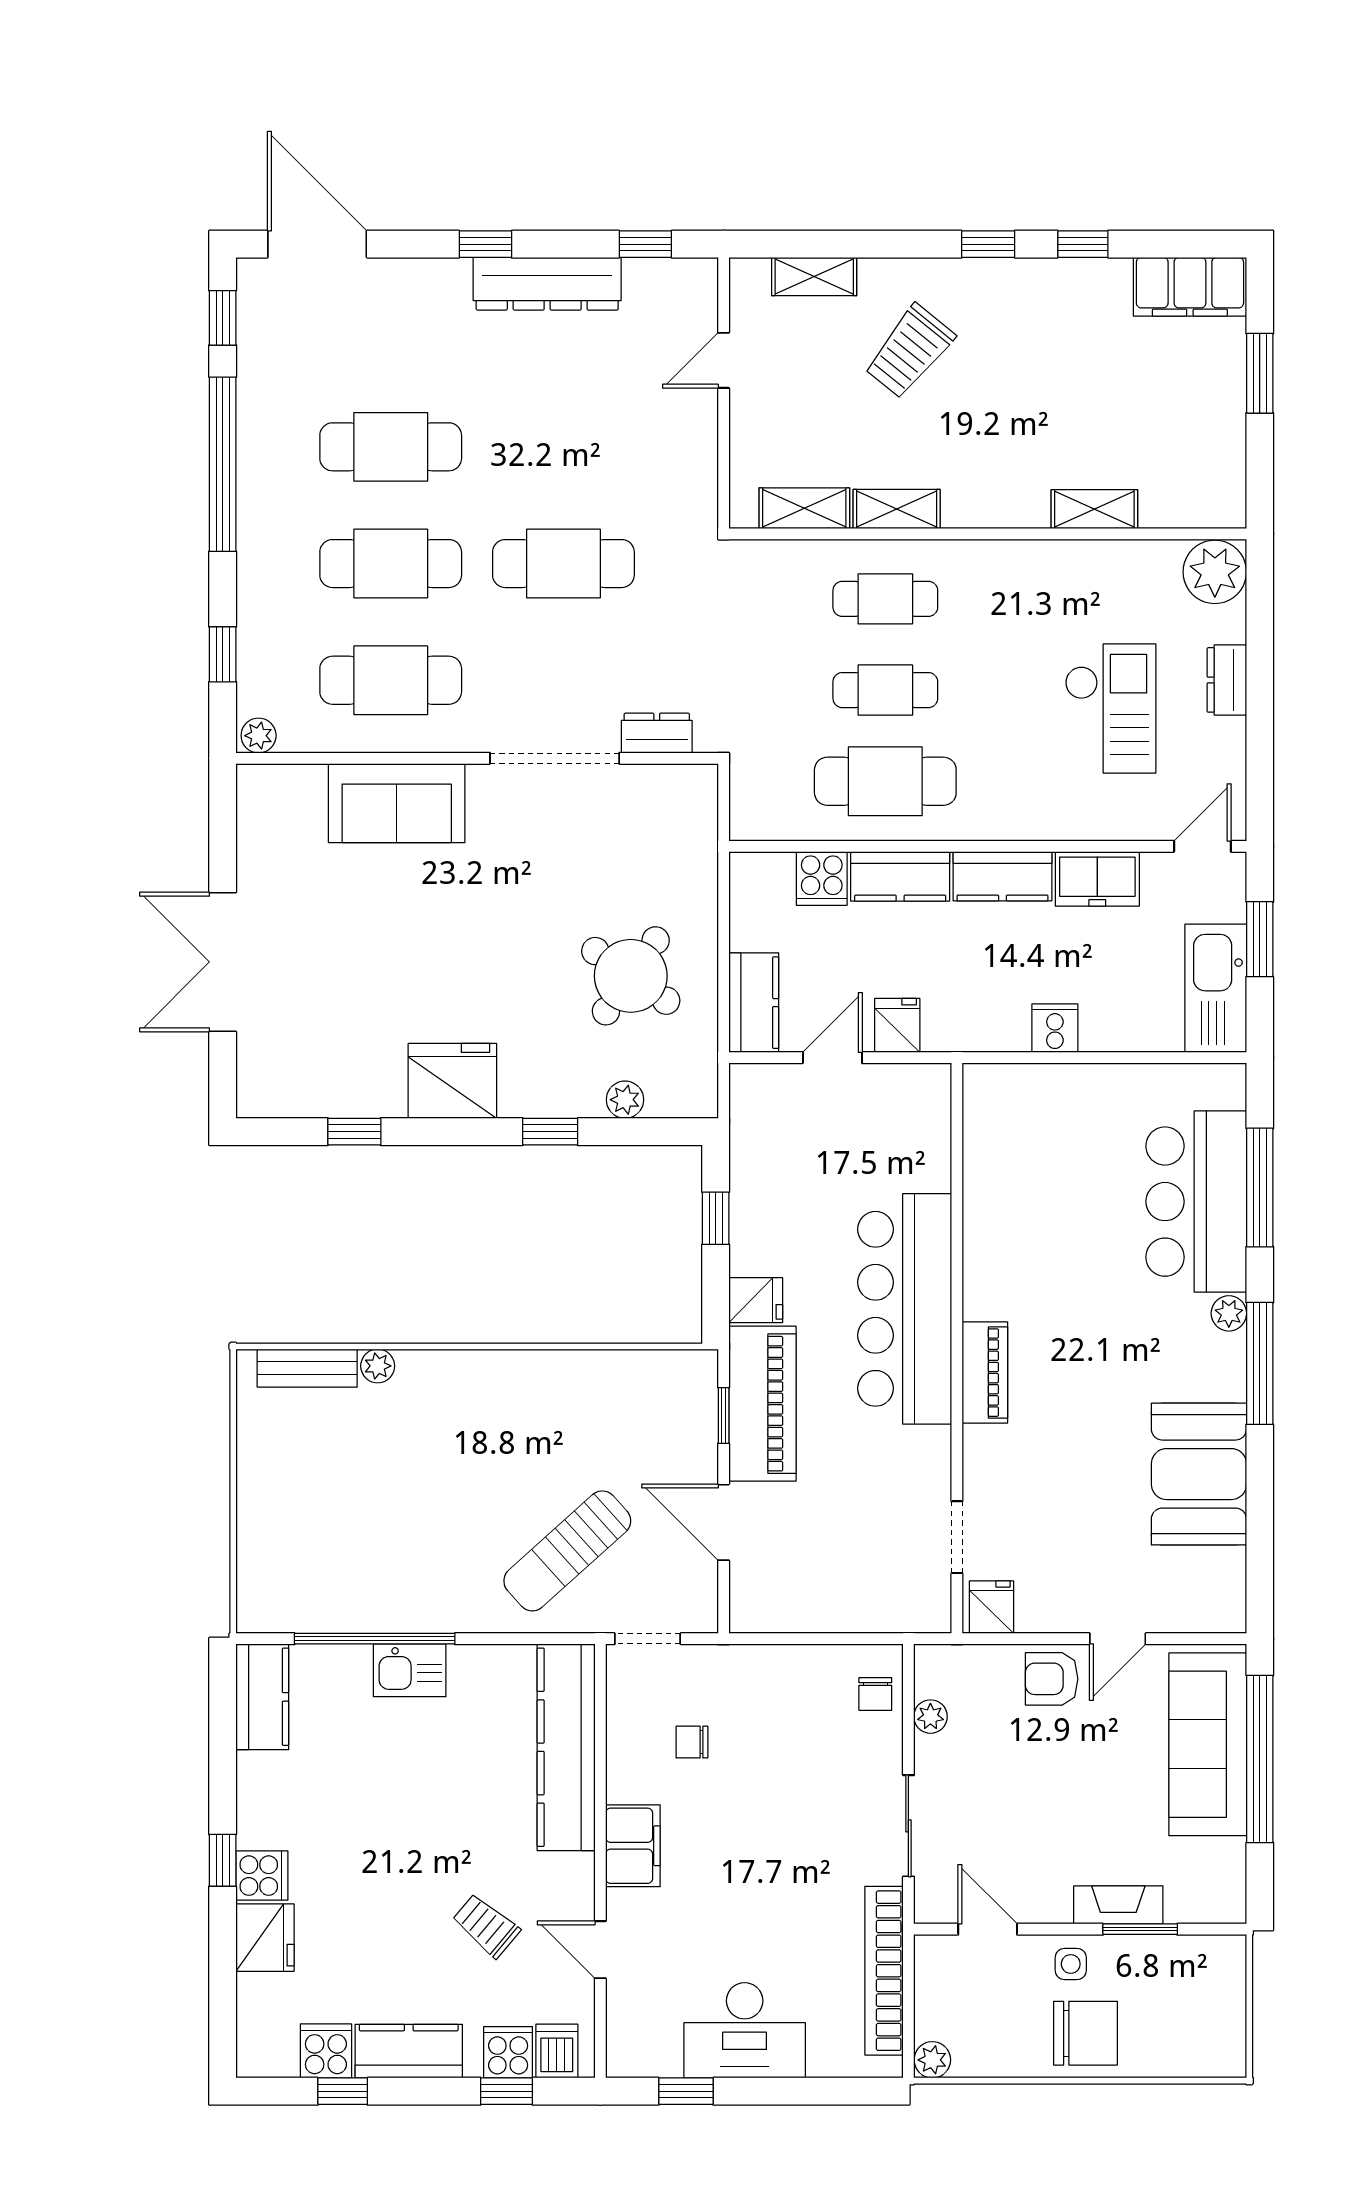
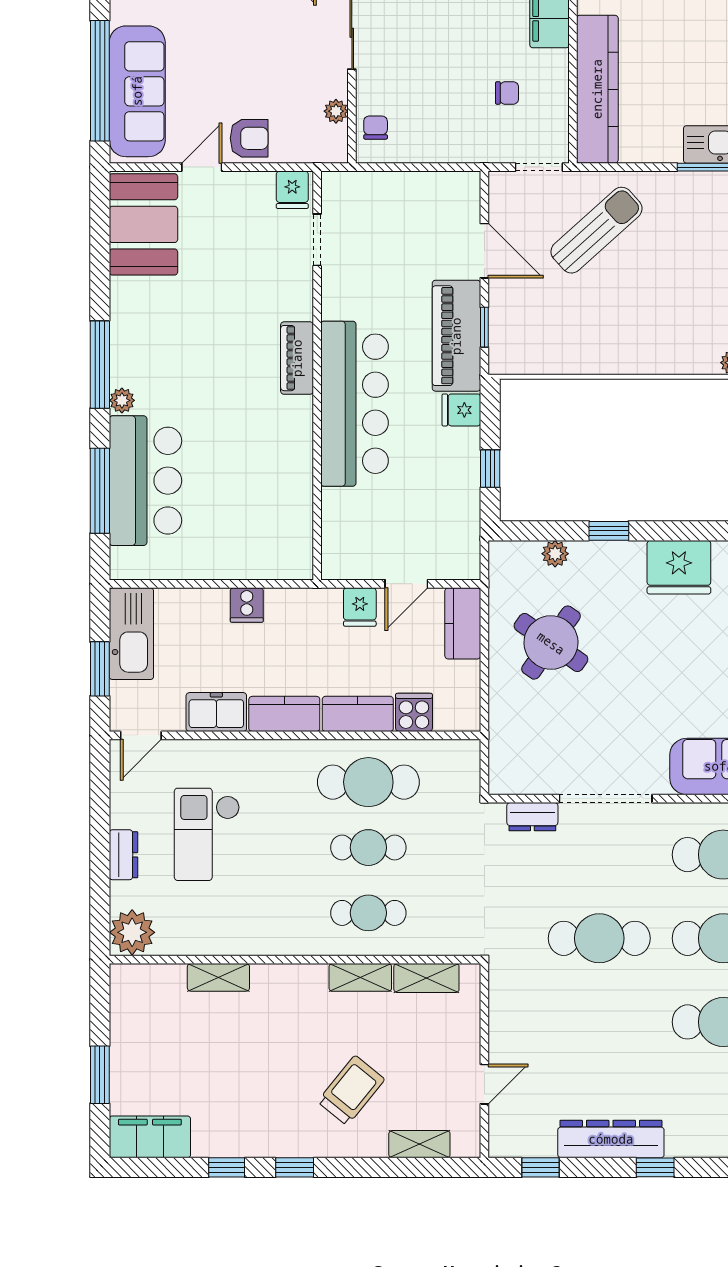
booth: (1199, 1474) -> (143, 224), moved

